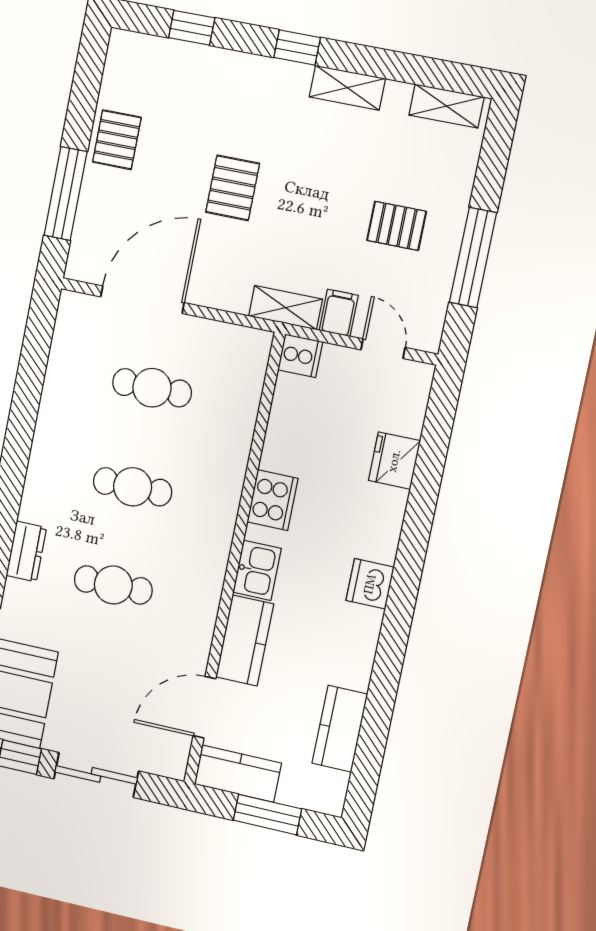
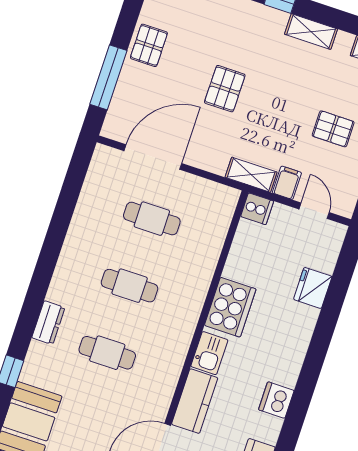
cooker: (273, 500) -> (230, 307), width x1.37, depth x1.31
dishwasher: (370, 584) -> (276, 400), moved

